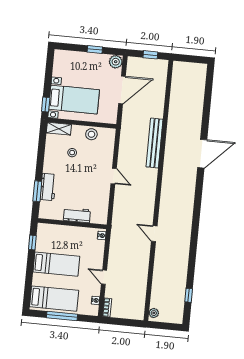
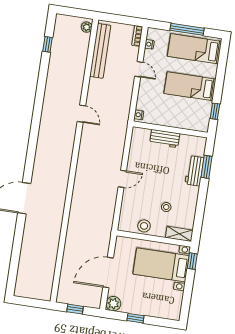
bench: (155, 143) -> (100, 51), moved
door: (114, 176) -> (122, 179), swing flipped

